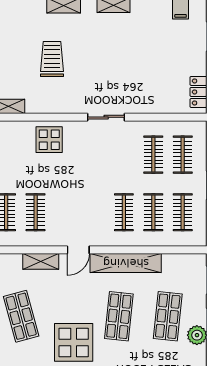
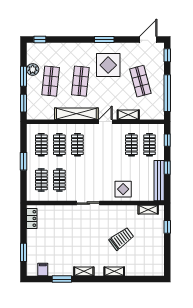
trolley: (52, 59) -> (121, 239), turned -127

